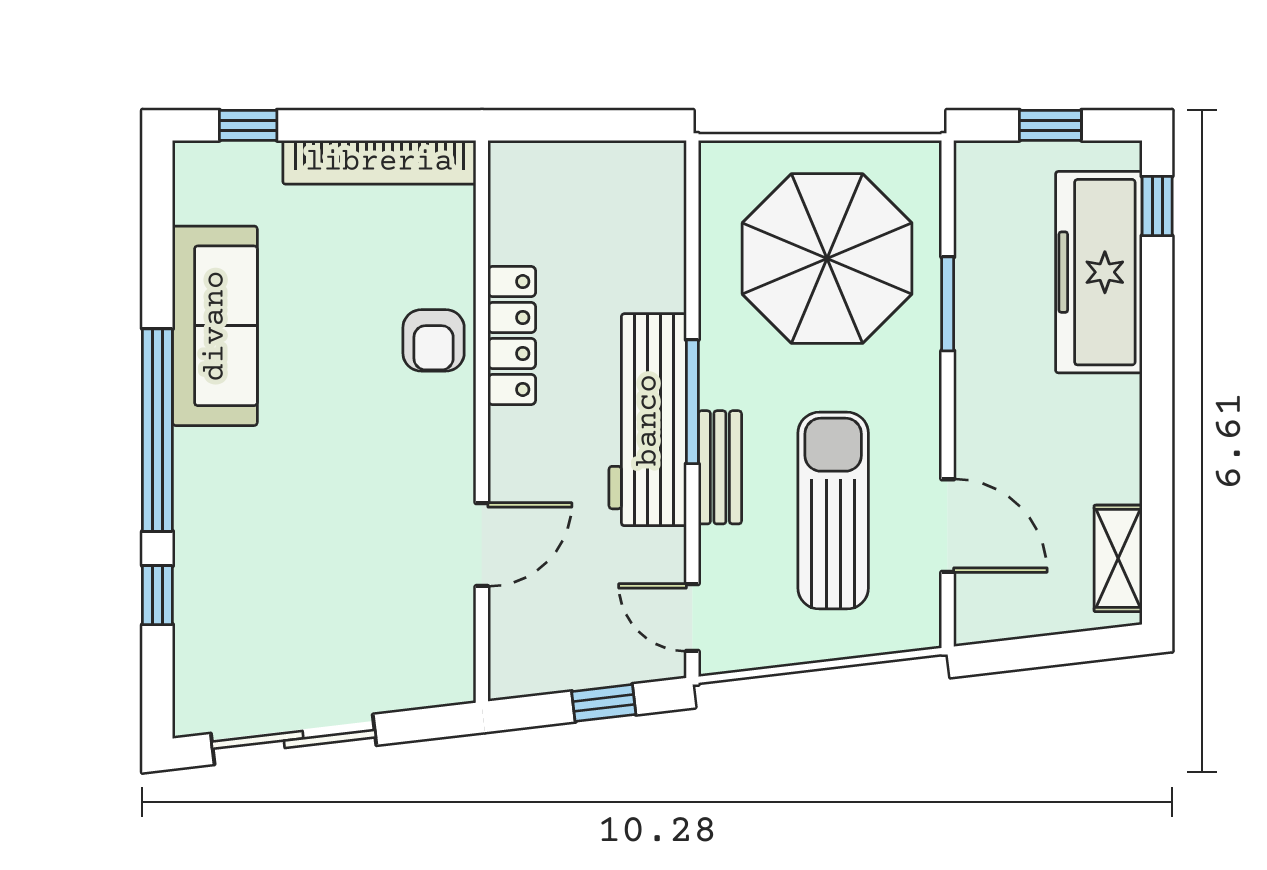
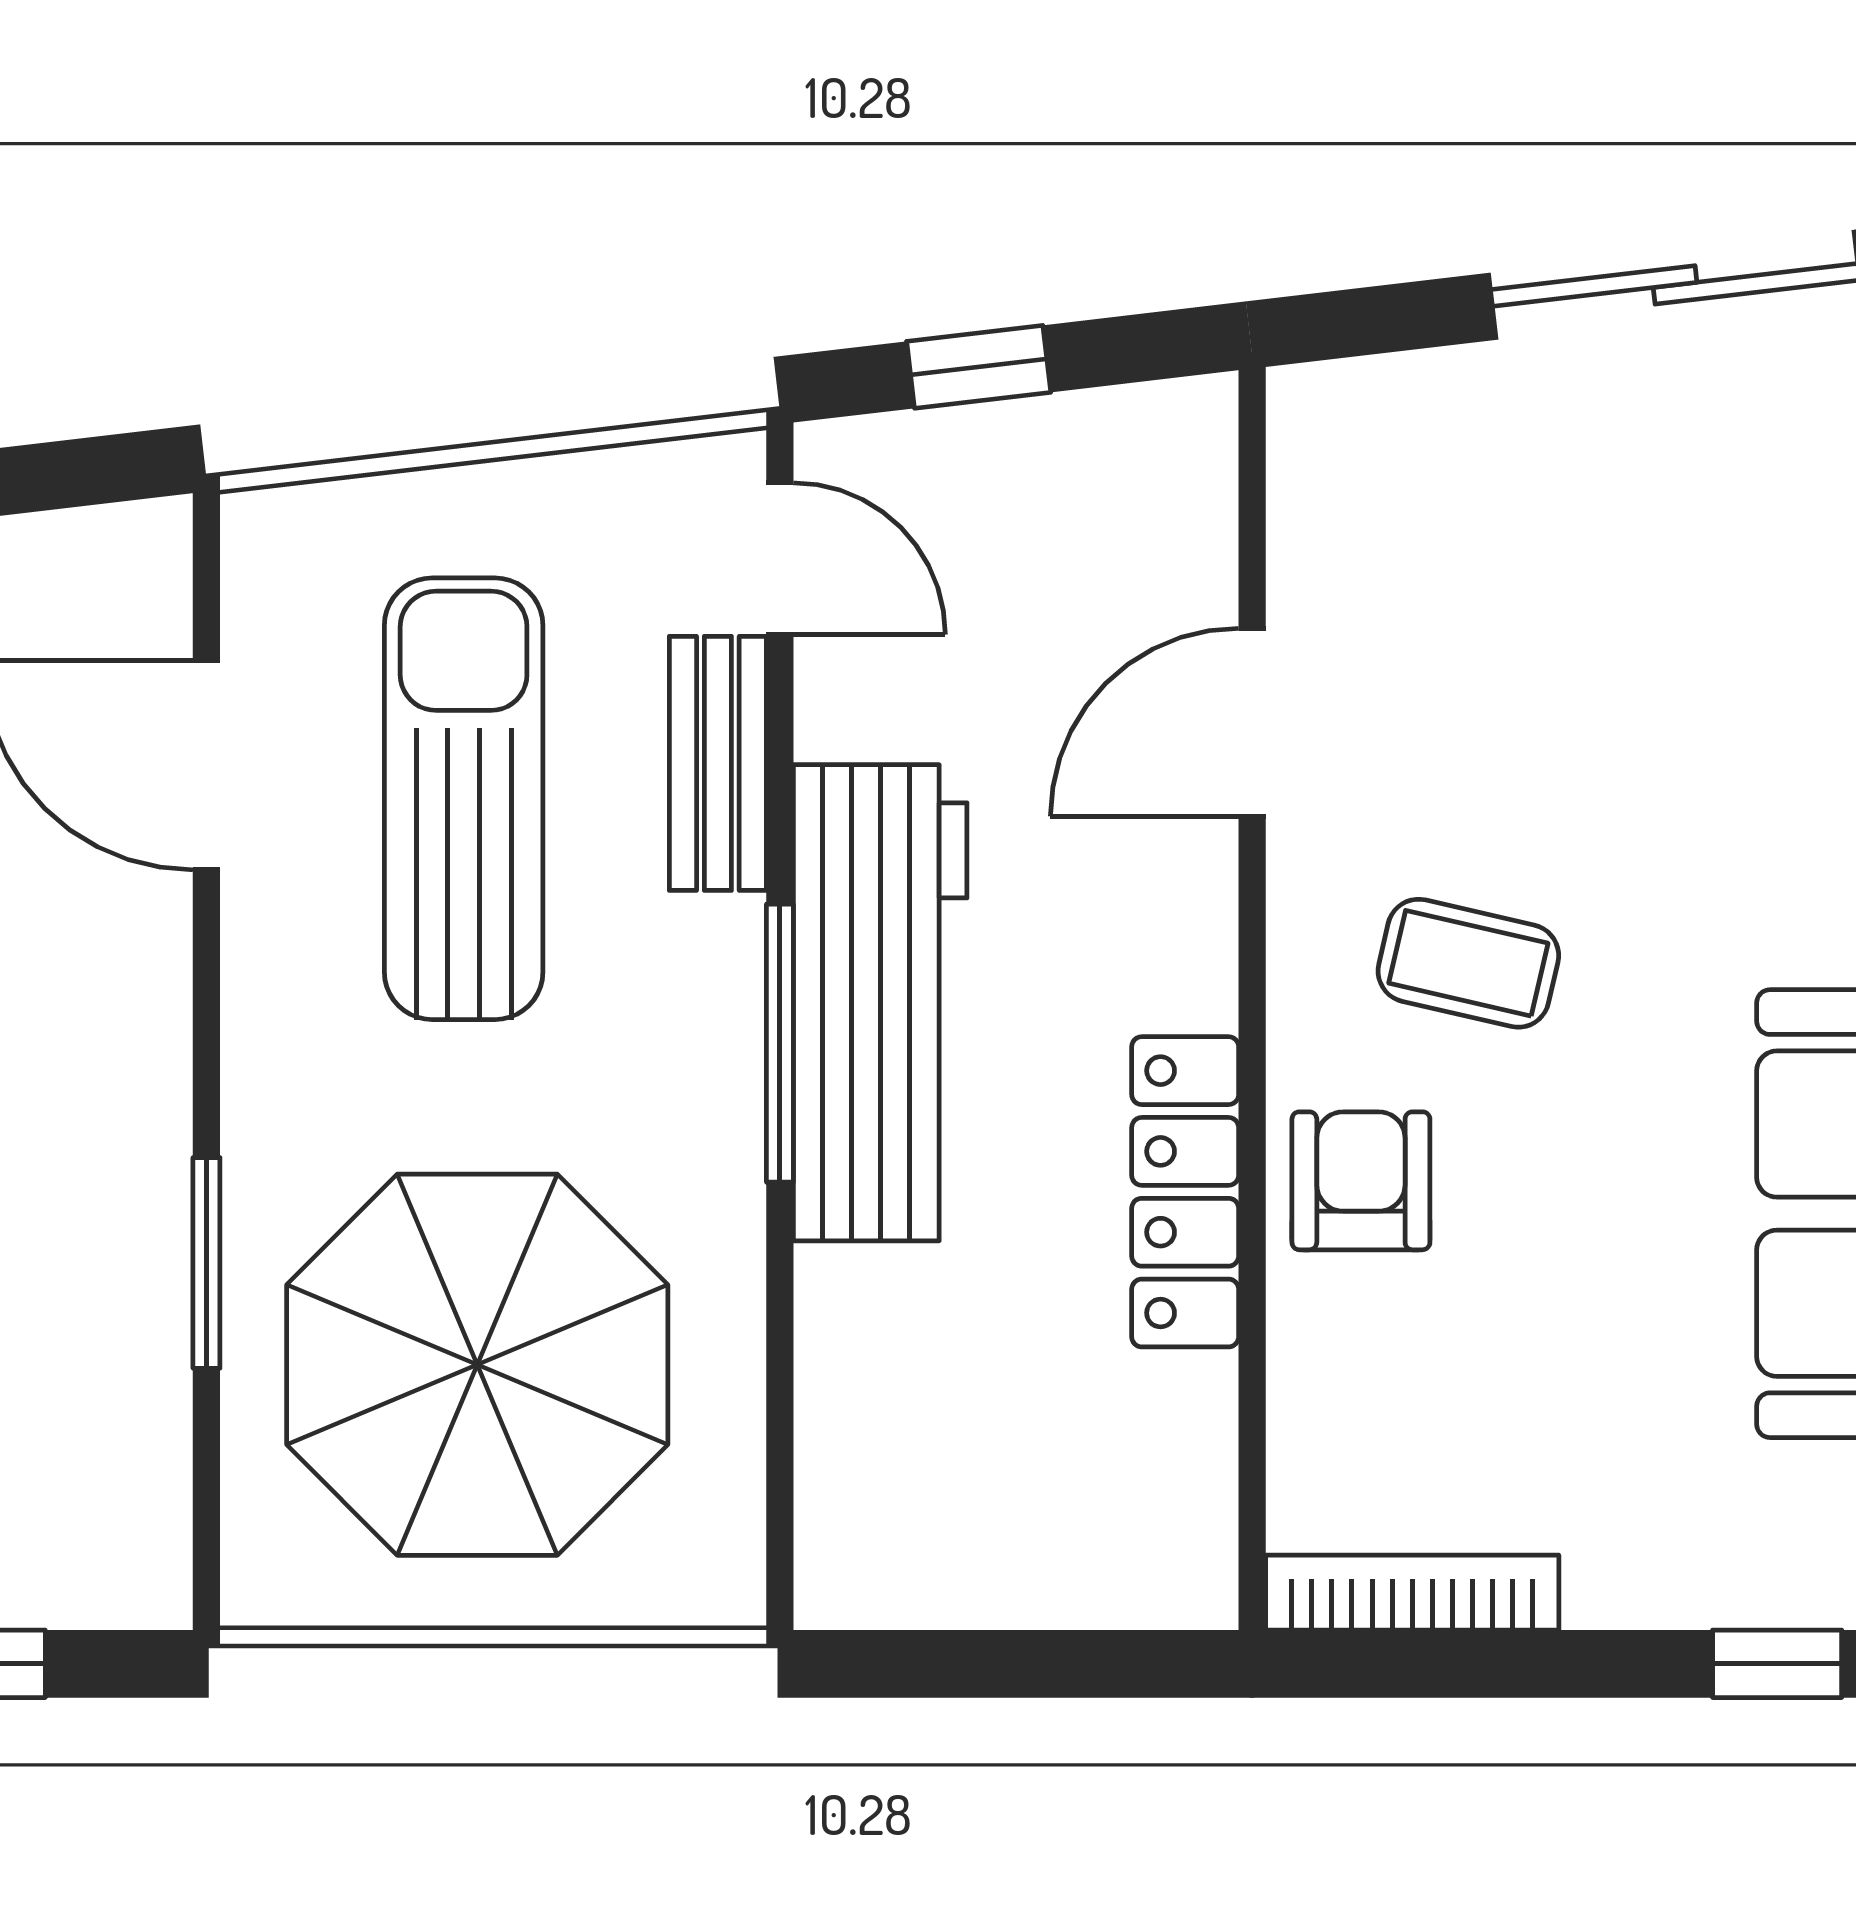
bookcase: (379, 162) -> (1412, 1593), width x0.68, depth x0.76
coffee table: (386, 437) -> (1468, 963), added
bench: (720, 467) -> (718, 763), moved
sun lounger: (833, 511) -> (464, 799), turned 180

